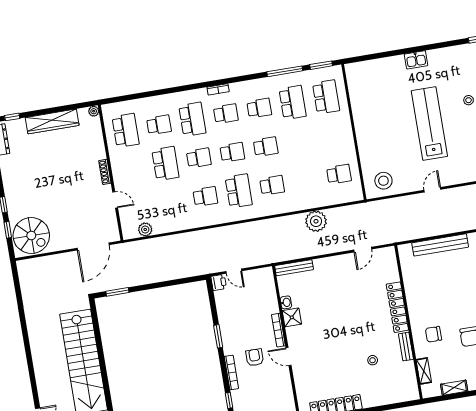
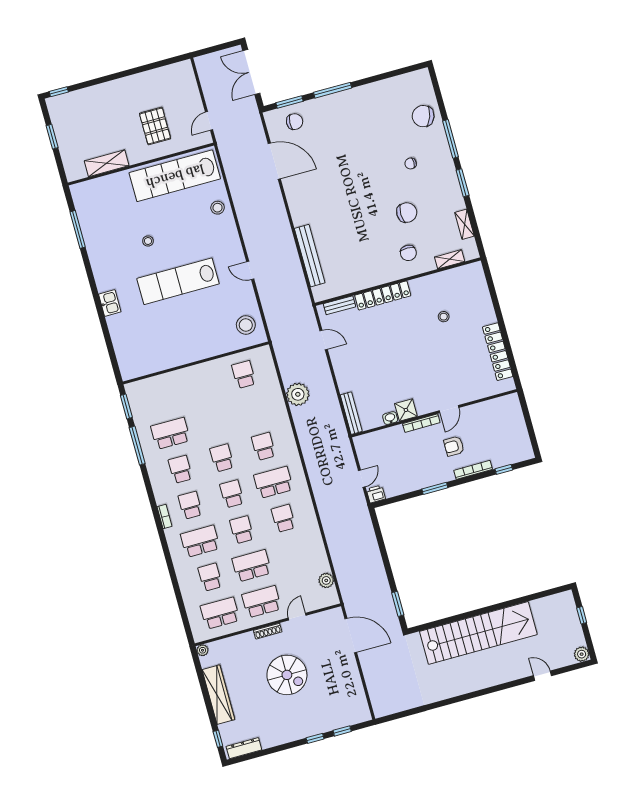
school desk: (326, 97) -> (262, 602), moved
spiral stairs: (31, 235) -> (287, 675), moved, turned 90
bench: (406, 347) -> (339, 305), moved

